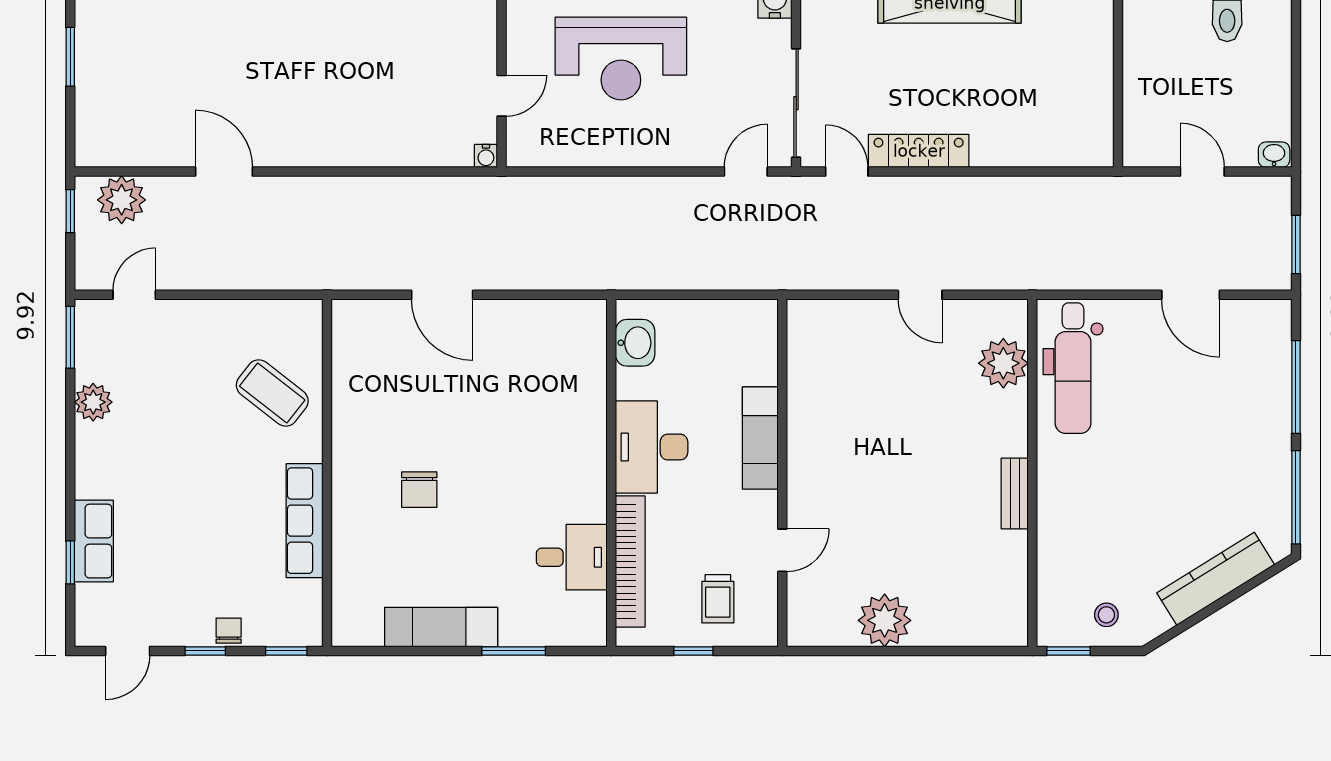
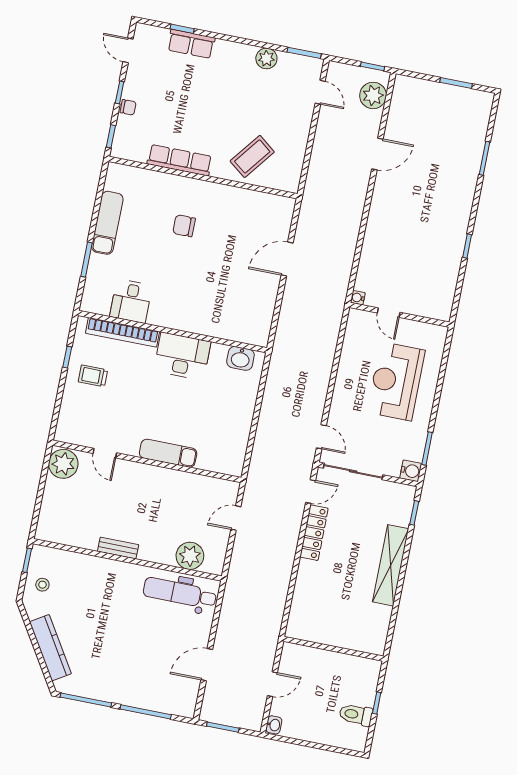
exam couch: (760, 438) -> (168, 453), moved
wall: (782, 473) -> (147, 461), moved
door: (782, 550) -> (105, 453), moved

